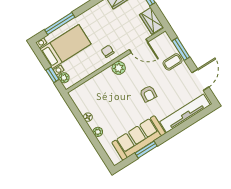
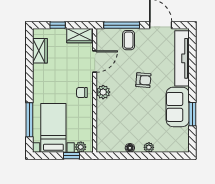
window: (181, 49) -> (122, 25), width x1.44
sofa: (139, 138) -> (178, 107), width x0.73

